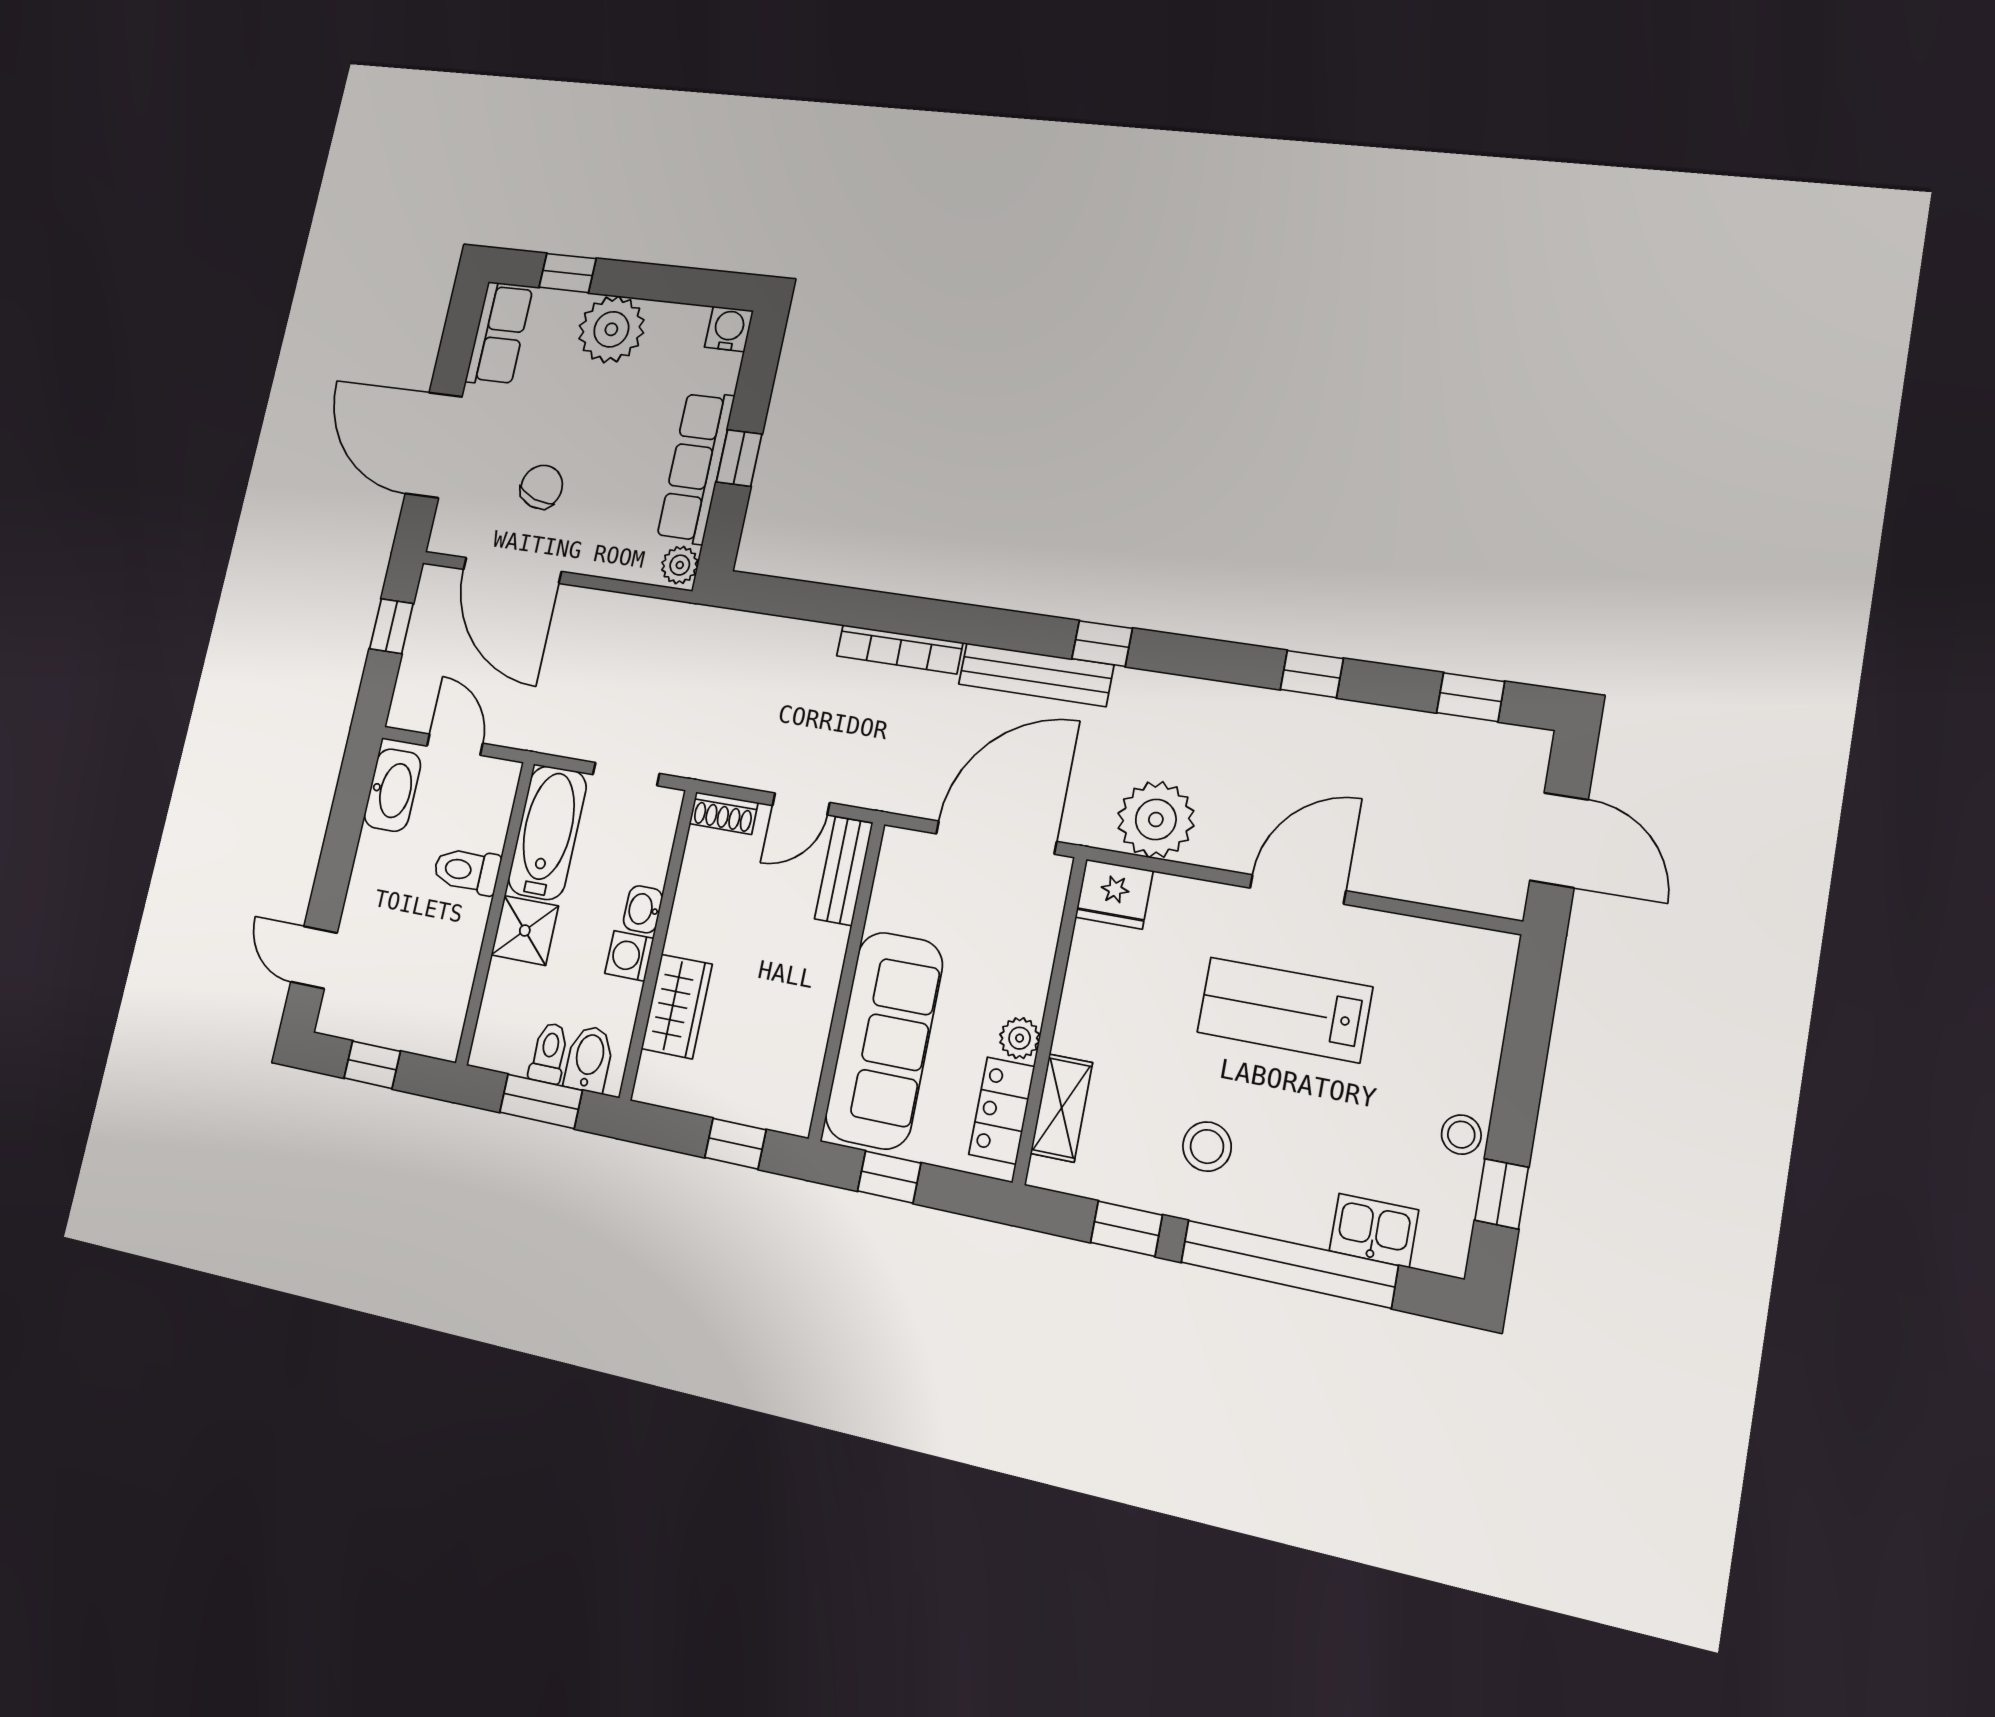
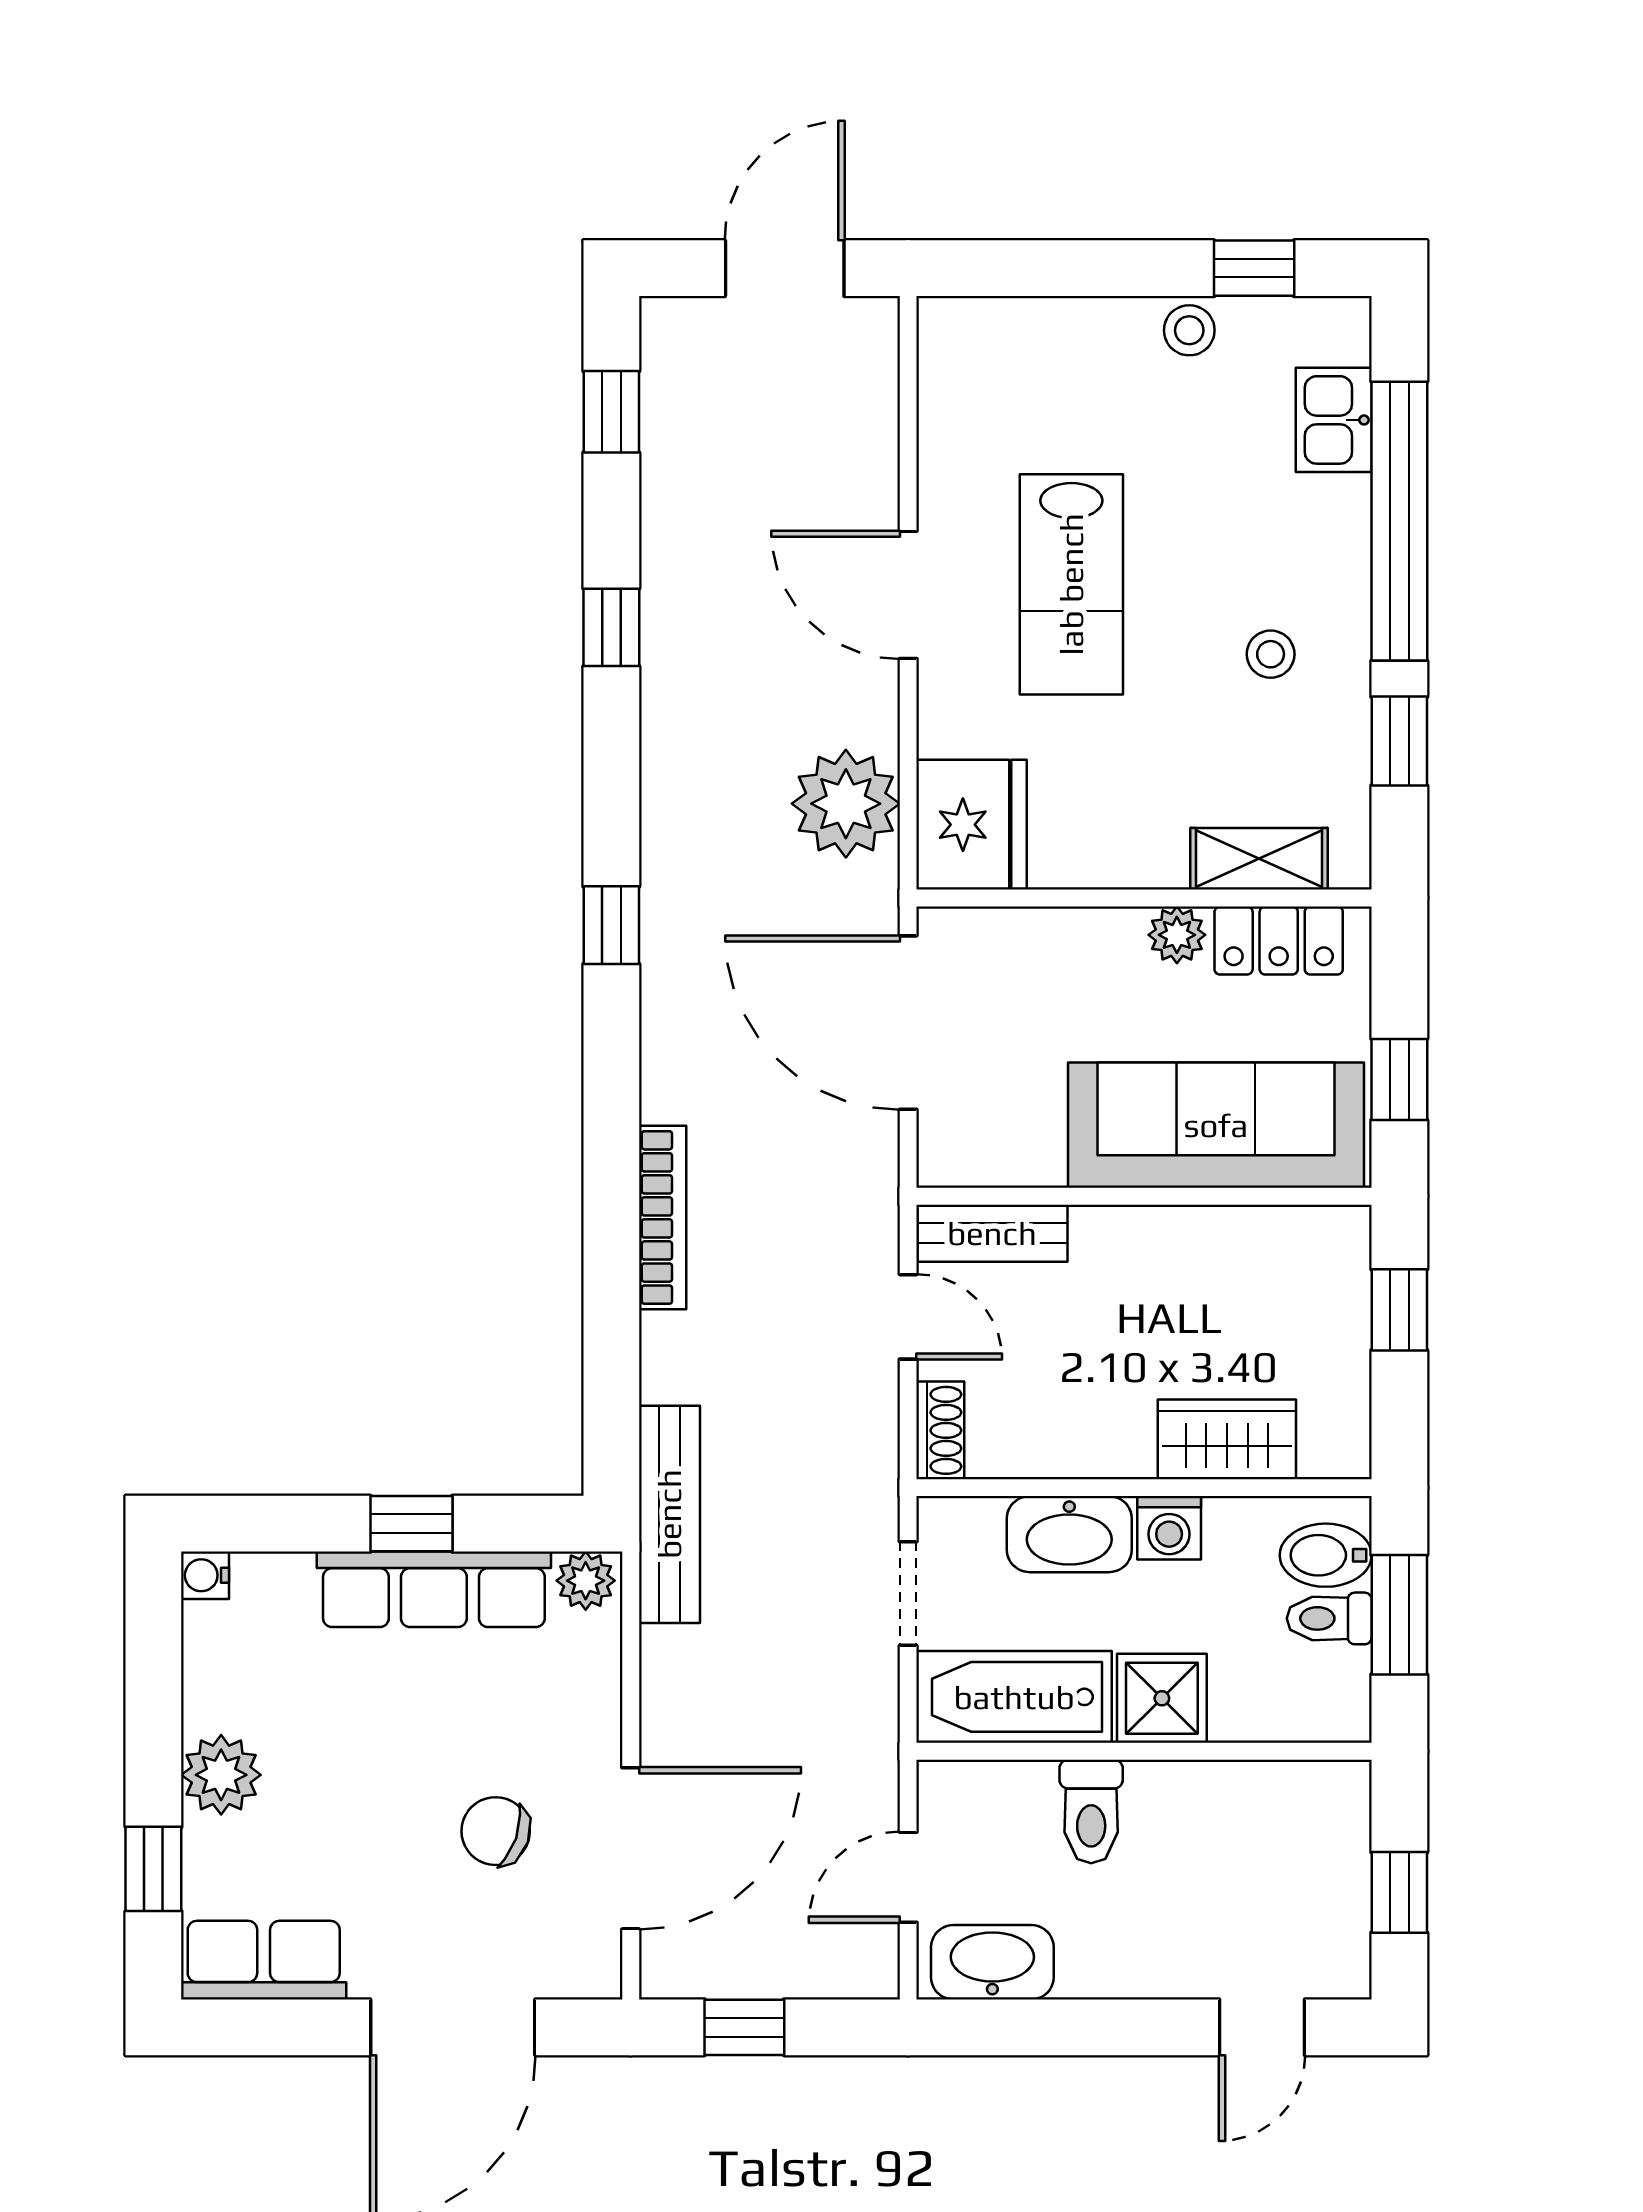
plant: (611, 329) -> (221, 1775), width x0.73, depth x0.73
water cooler: (729, 329) -> (205, 1575), width x0.72, depth x0.72
bench: (1036, 675) -> (669, 1514), moved
fridge: (1114, 894) -> (972, 825), width x1.36, depth x1.34
washbasin: (643, 909) -> (1069, 1534), width x1.91, depth x1.45
stool: (1207, 1147) -> (1271, 654), width x0.73, depth x0.73

